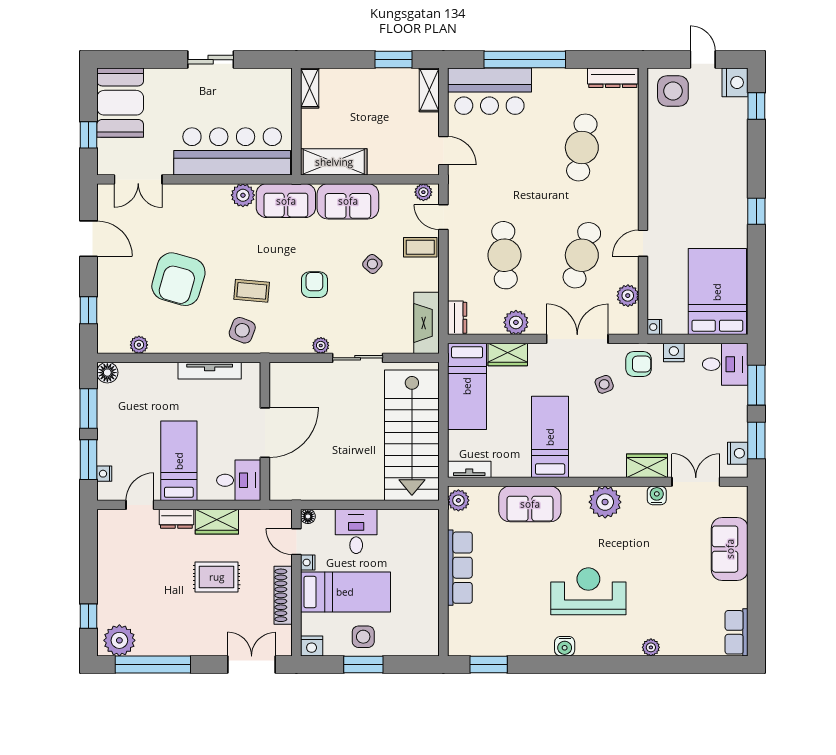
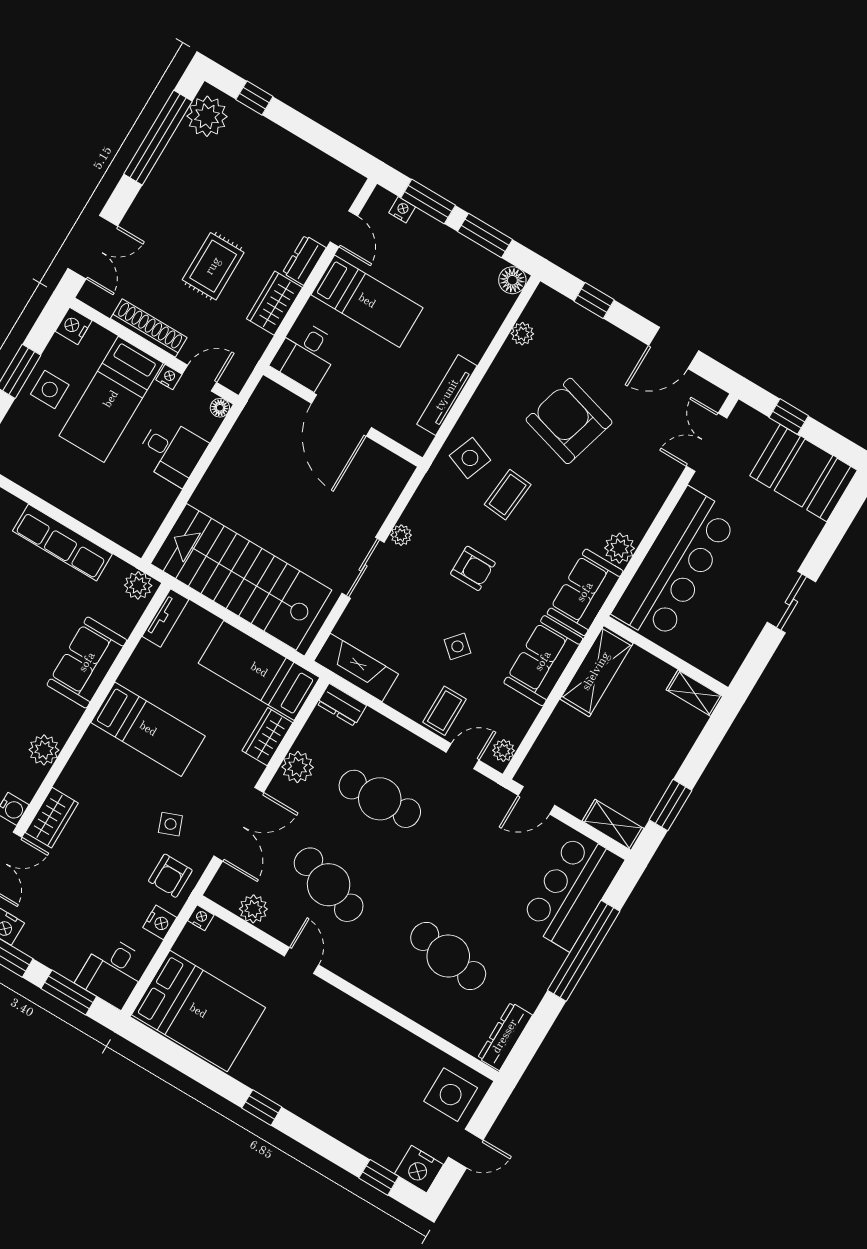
plant: (605, 502) -> (44, 750), width x0.73, depth x0.73

